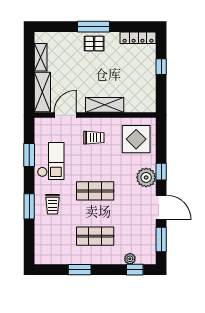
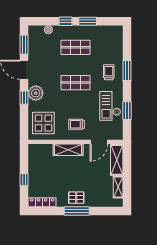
window: (135, 270) -> (66, 21), moved

